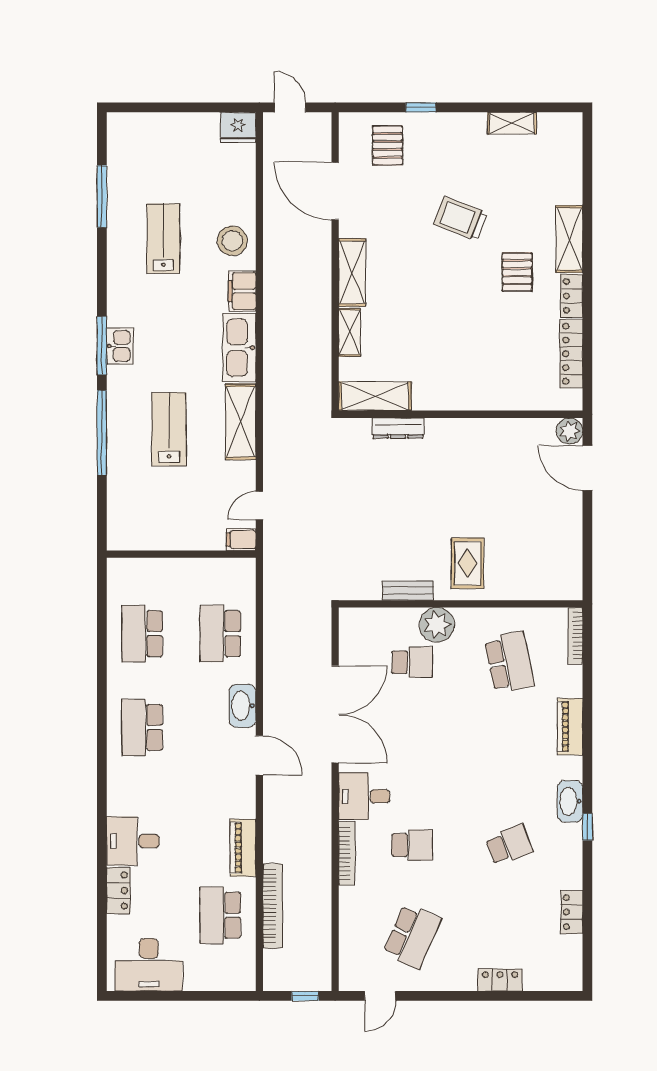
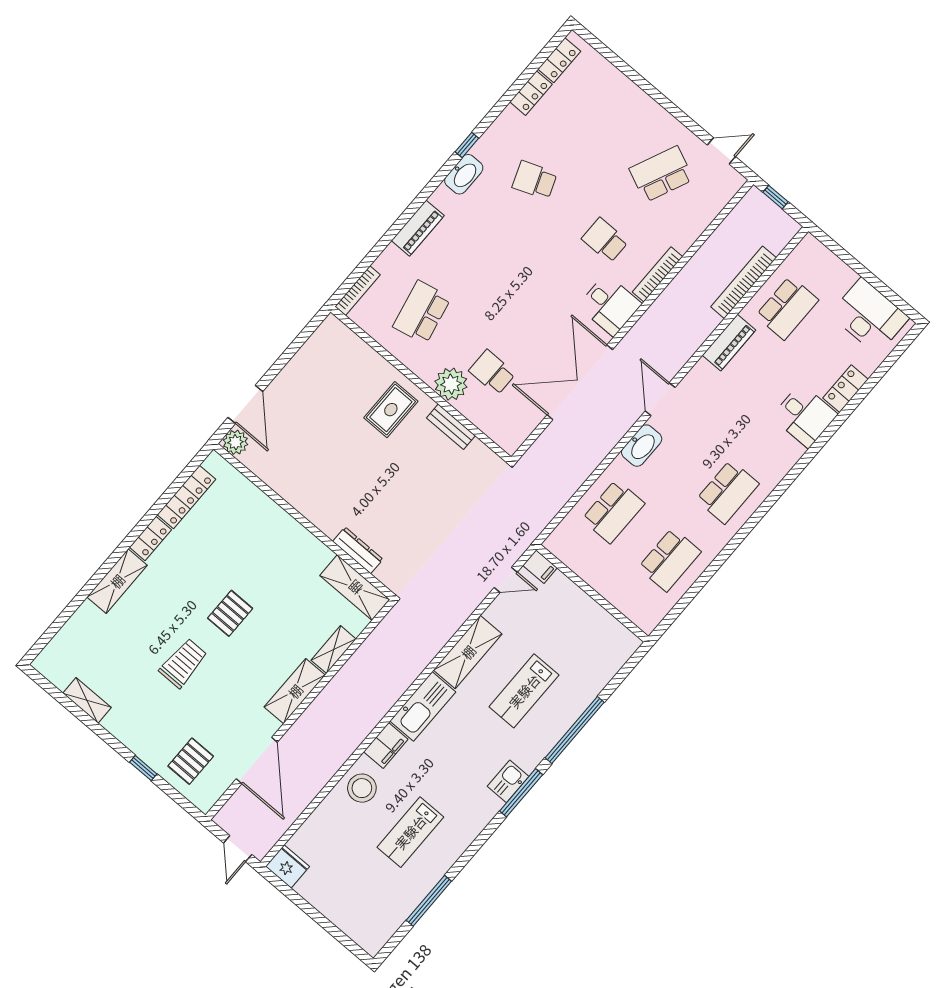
trolley: (460, 219) -> (183, 663), turned -111
pallet: (517, 272) -> (230, 613), moved
locker: (500, 980) -> (559, 60), moved, turned -90

